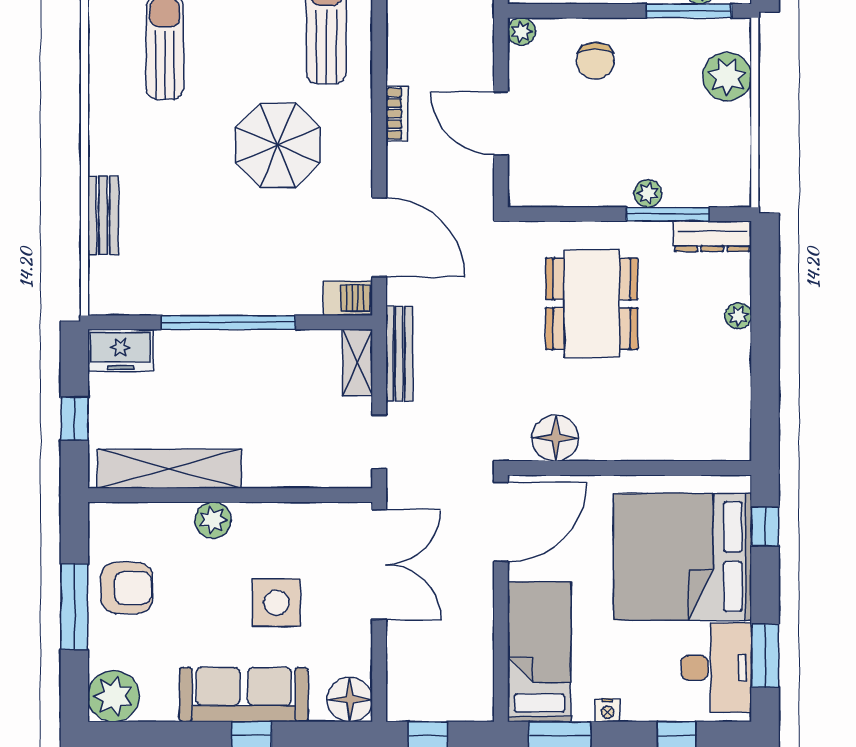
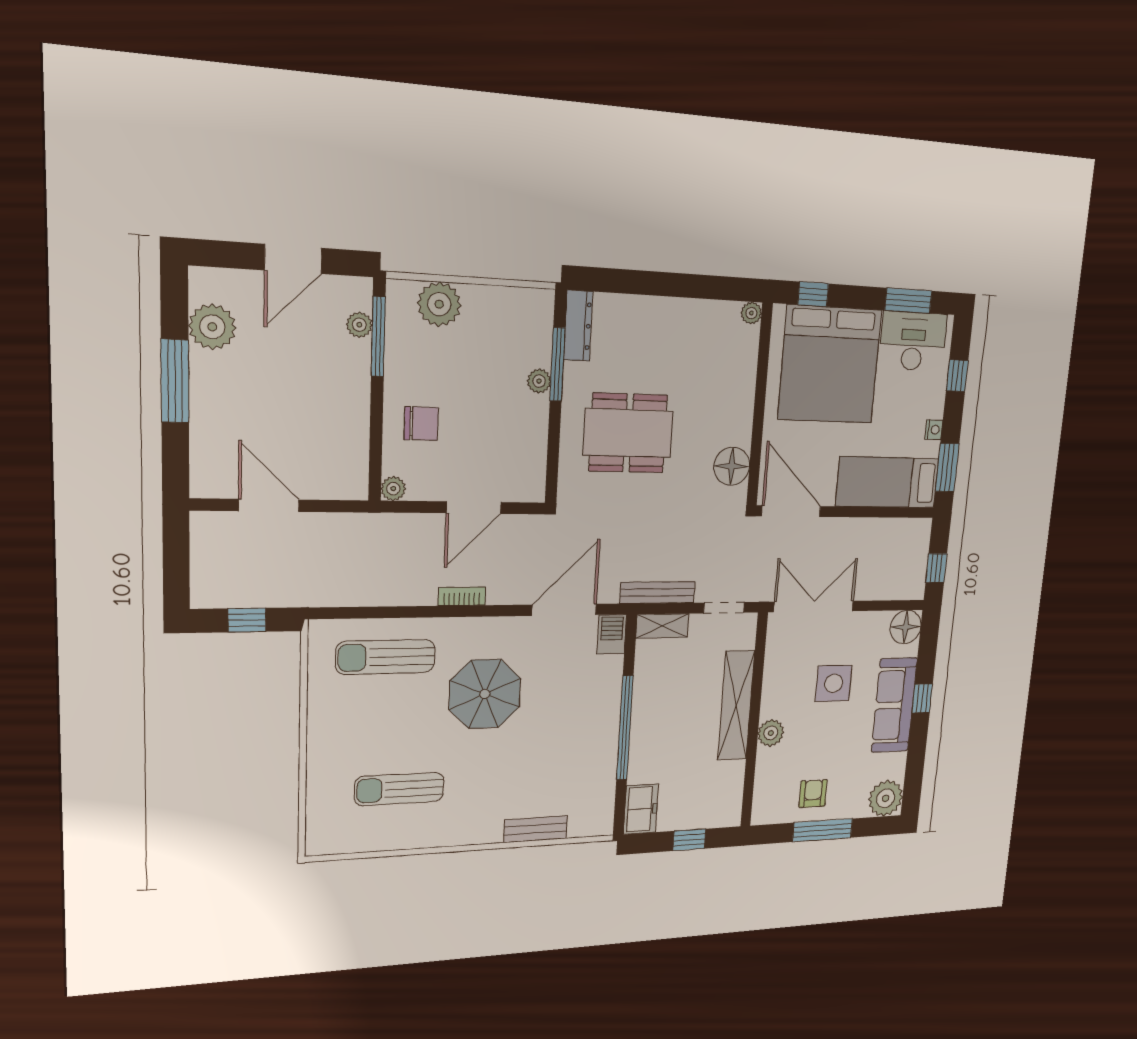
plant: (738, 316) -> (751, 313), moved
shelving: (169, 469) -> (736, 706), moved
armchair: (127, 588) -> (813, 794), width x0.72, depth x0.72

